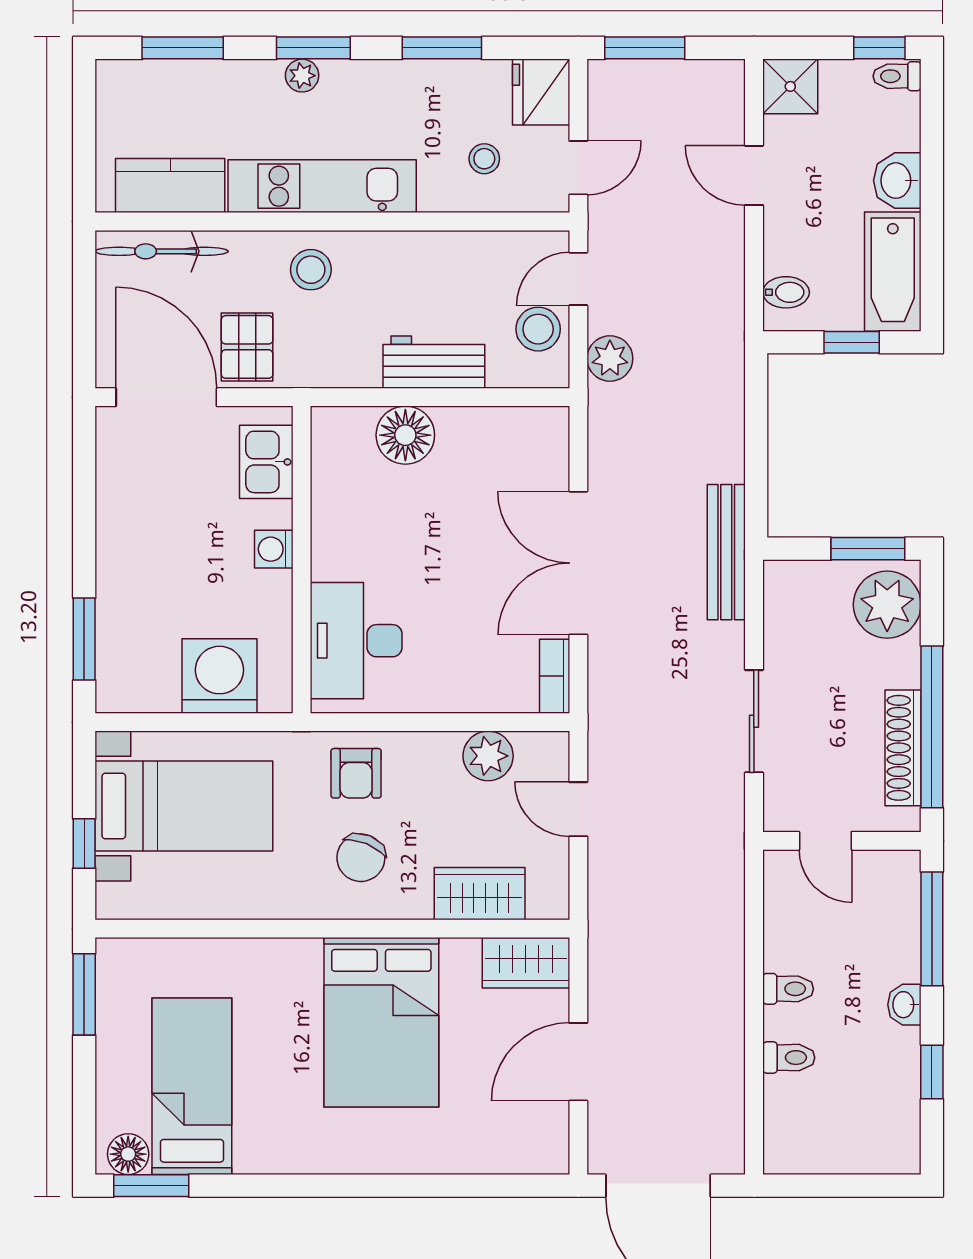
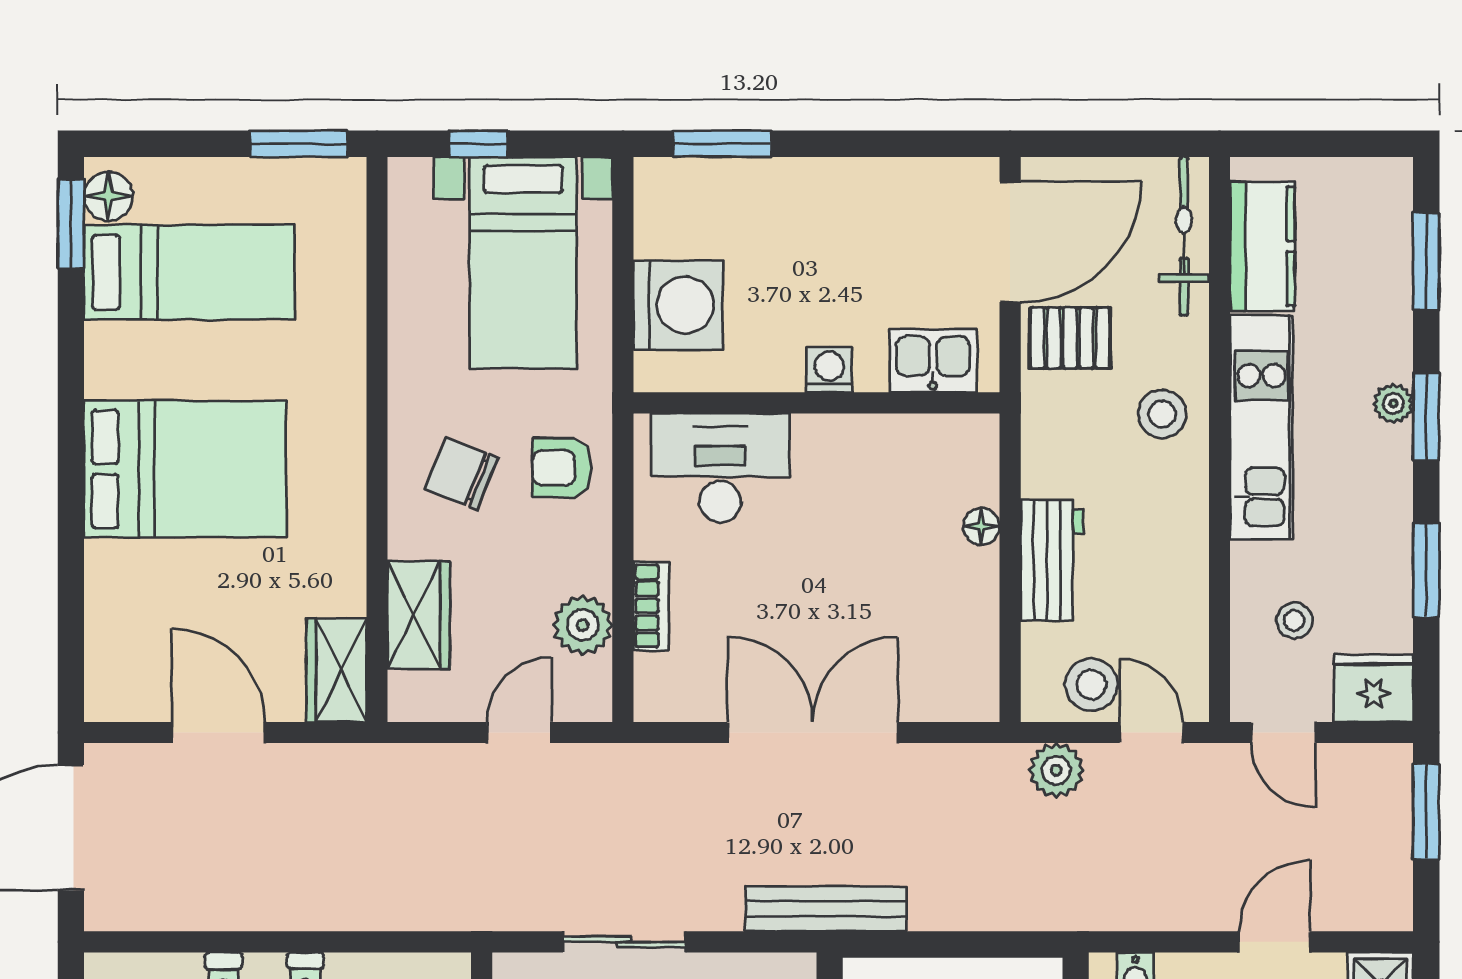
floor lamp: (405, 435) -> (981, 526), width x0.53, depth x0.53
bookcase: (555, 676) -> (651, 606), moved, turned 90
bed: (381, 1022) -> (185, 469), moved, turned 180

